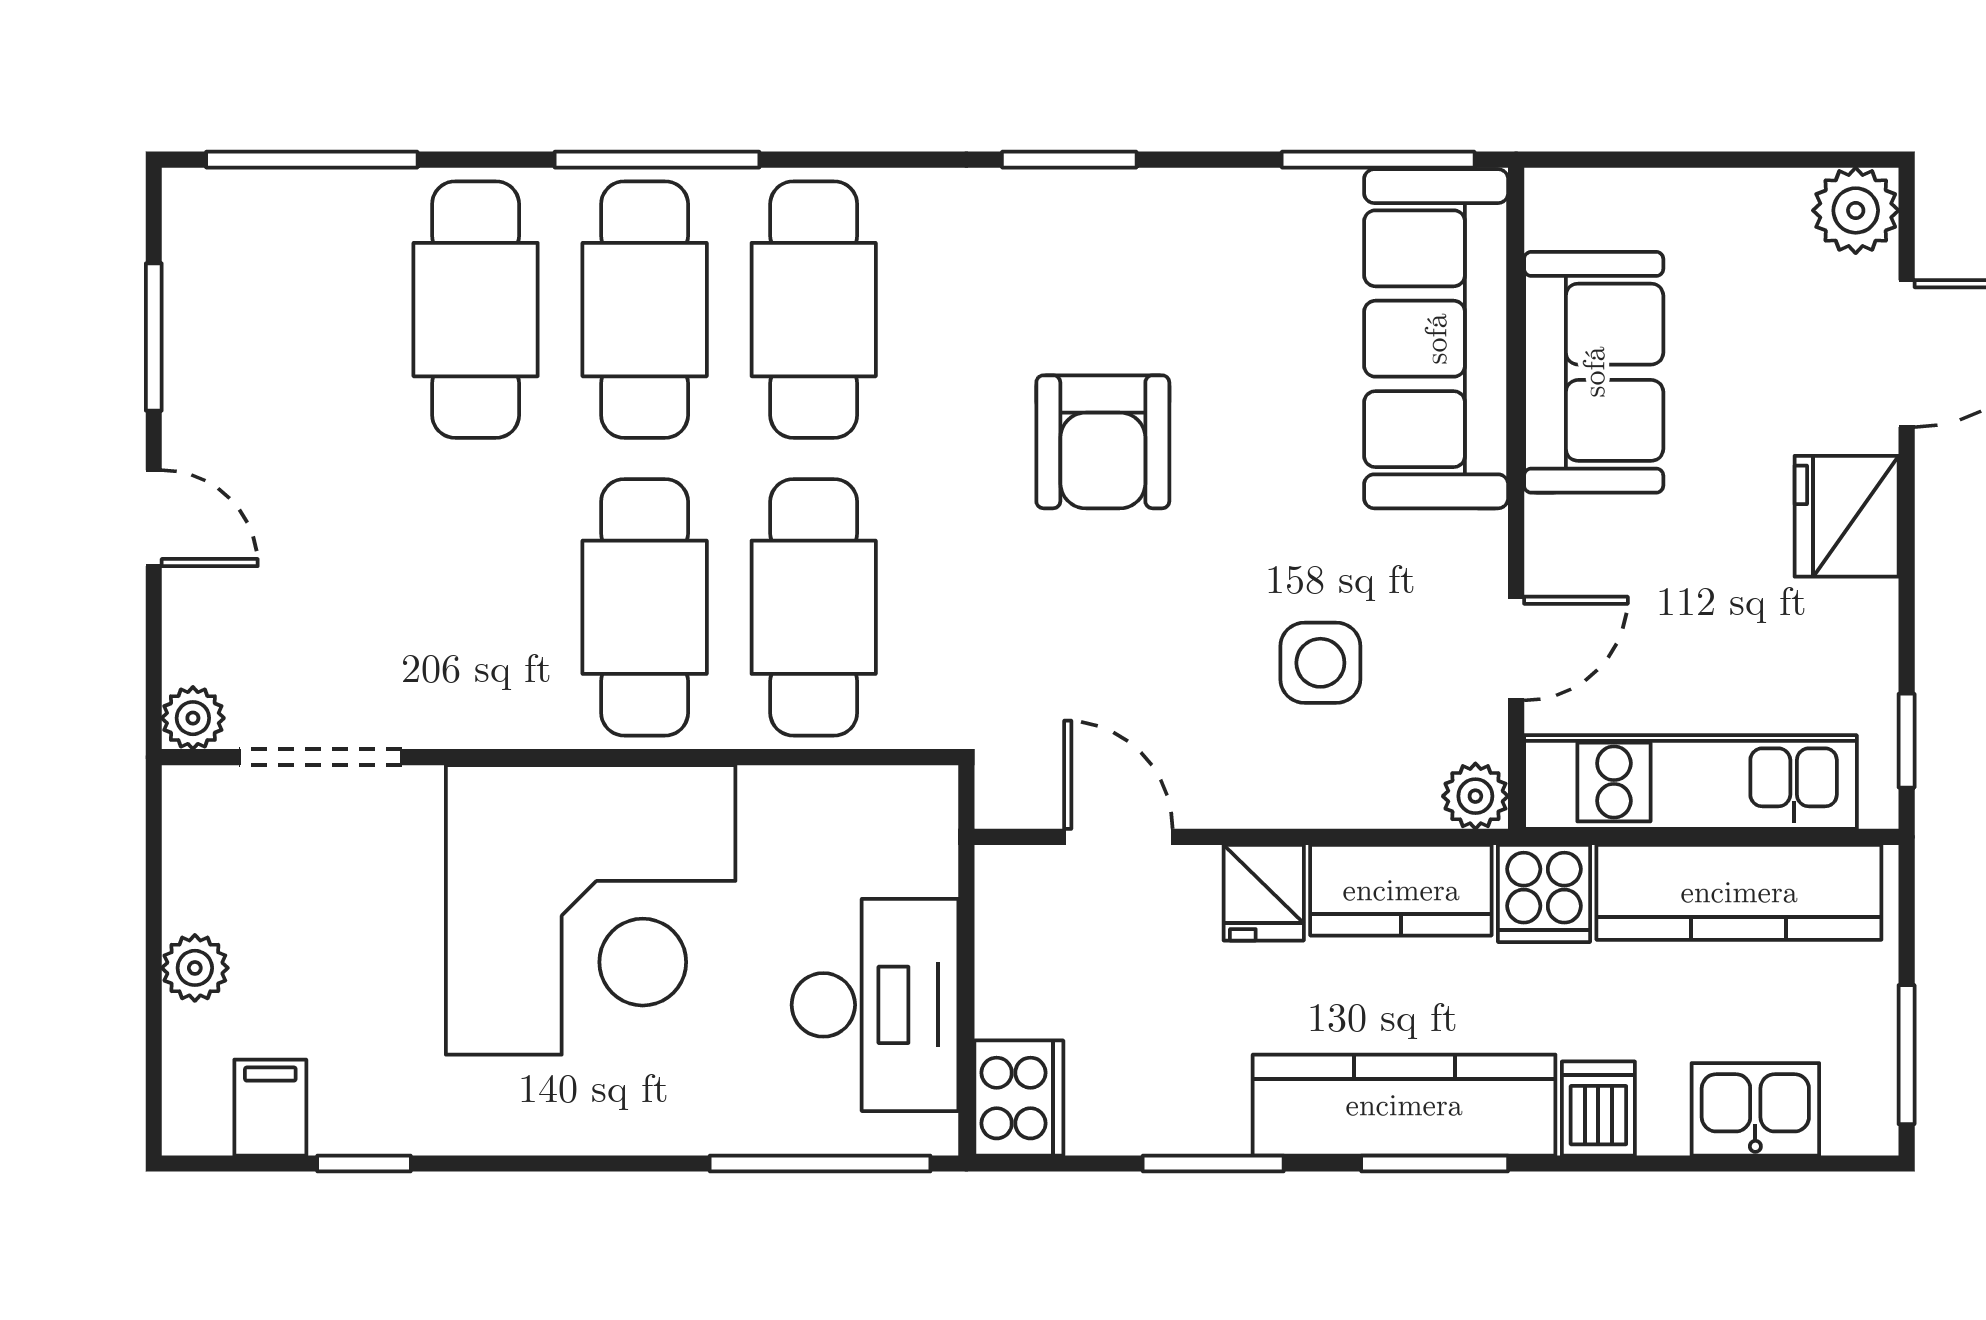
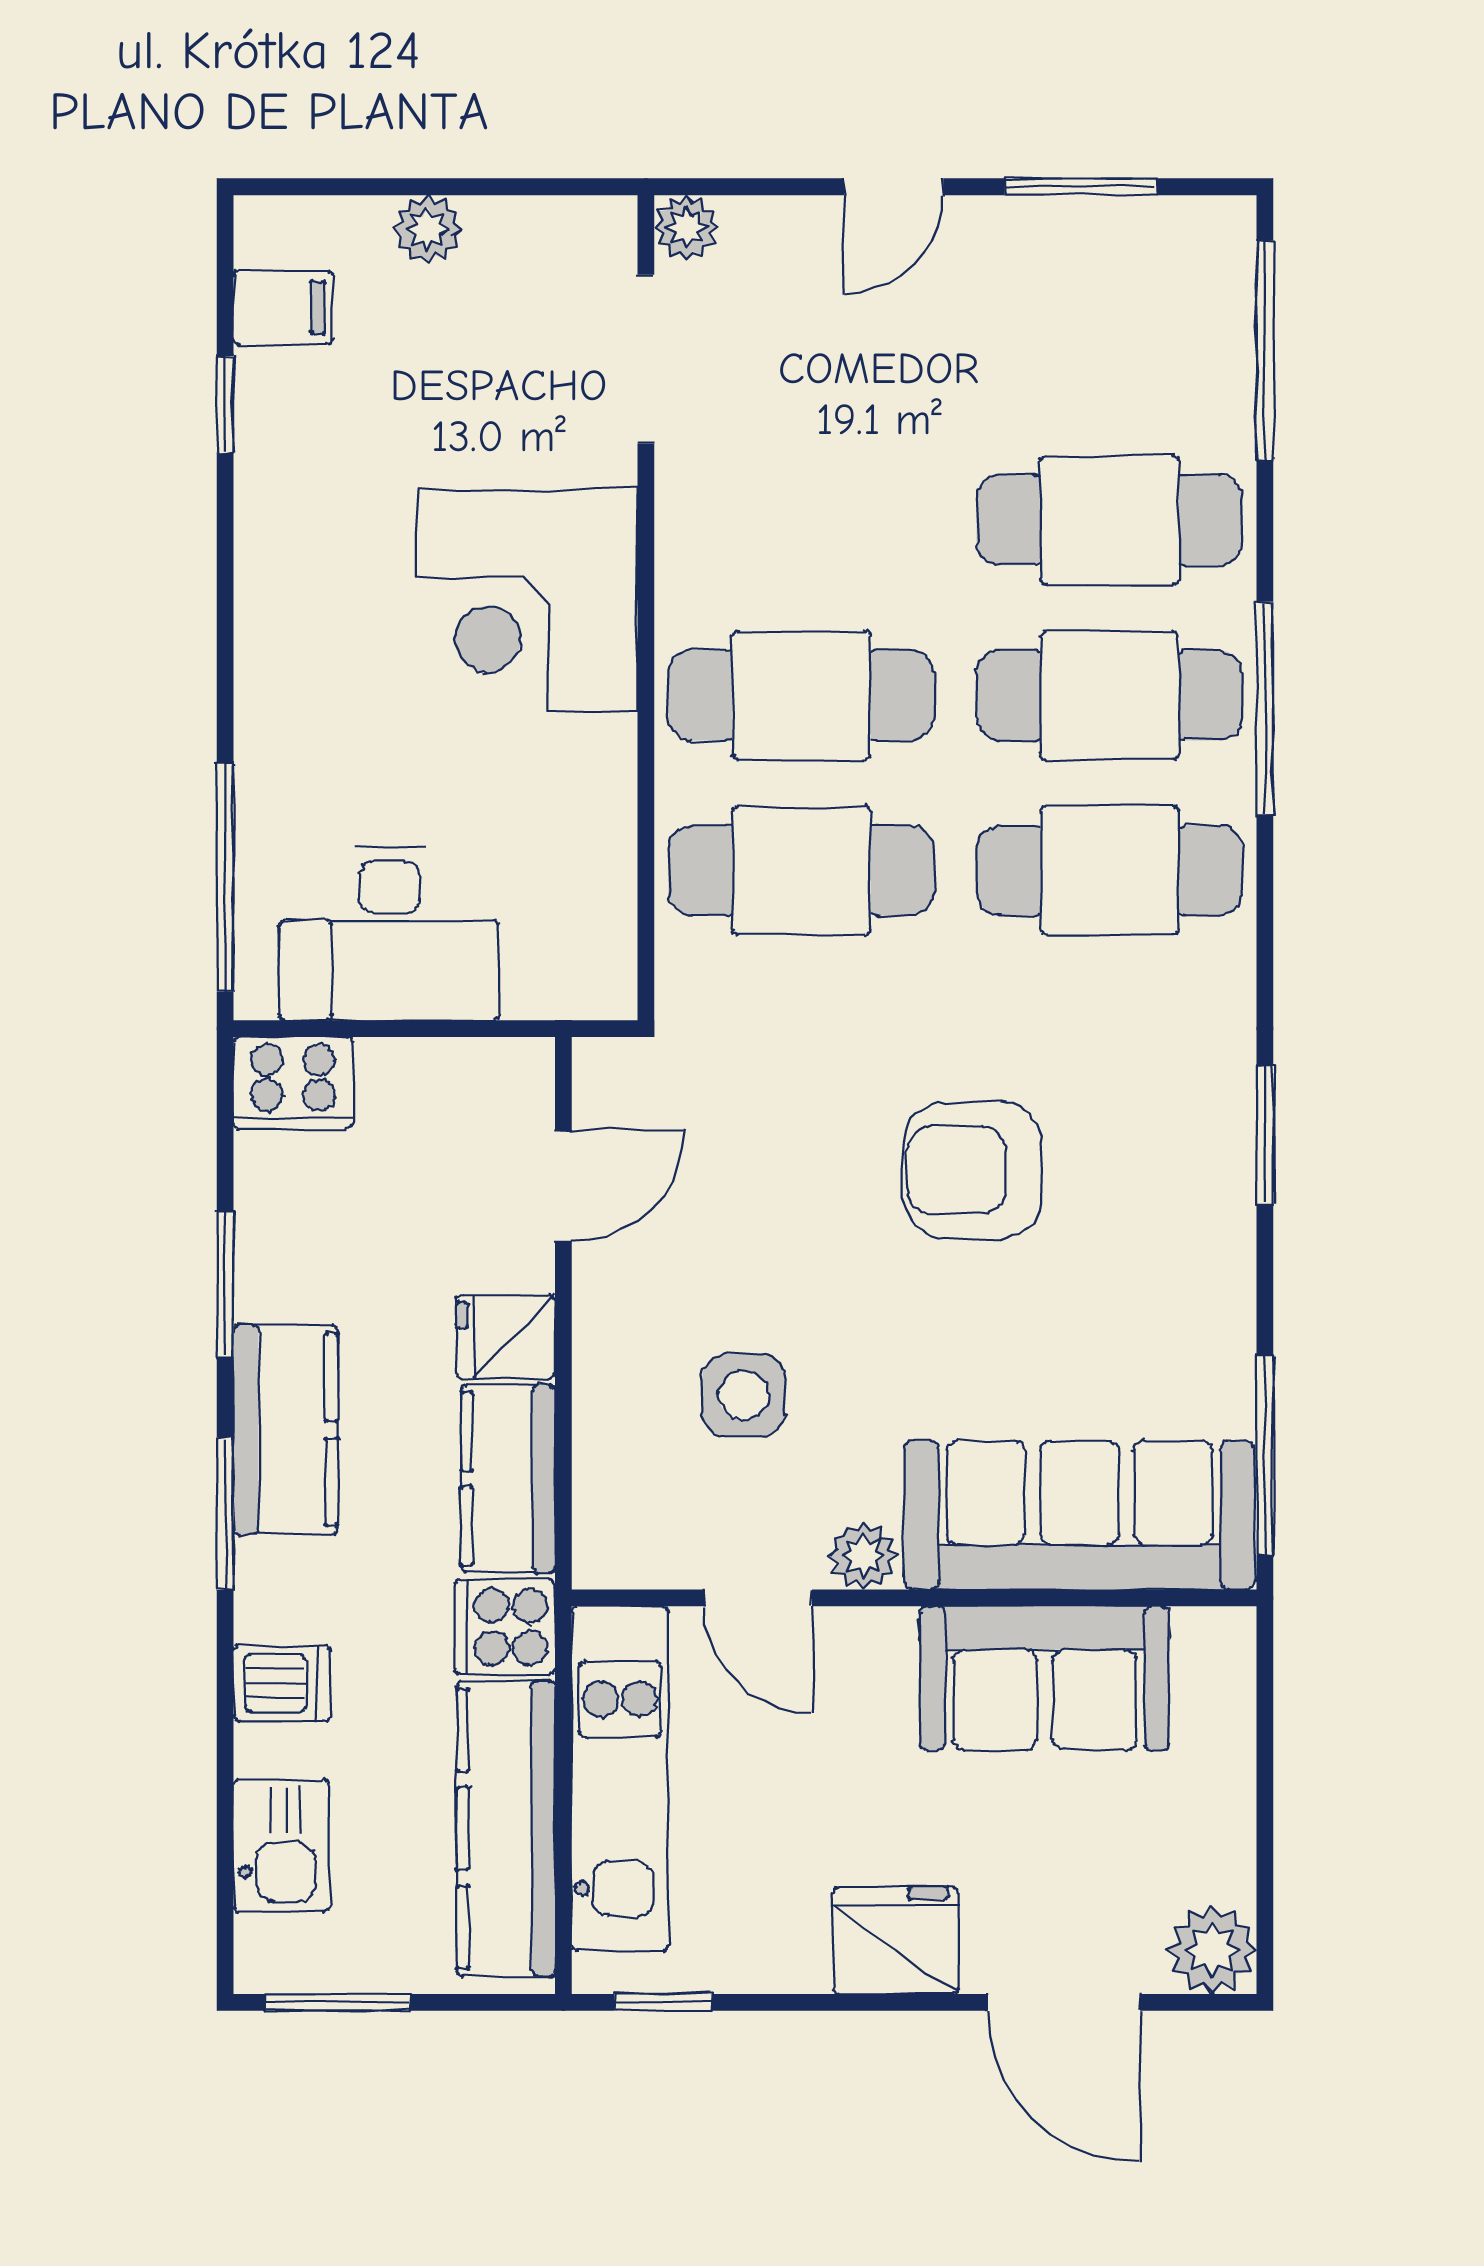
plant: (1475, 796) -> (863, 1556), moved
corner desk: (591, 910) -> (527, 600), width x0.74, depth x0.74
kitchen counter: (1404, 1105) -> (286, 1430), width x0.67

